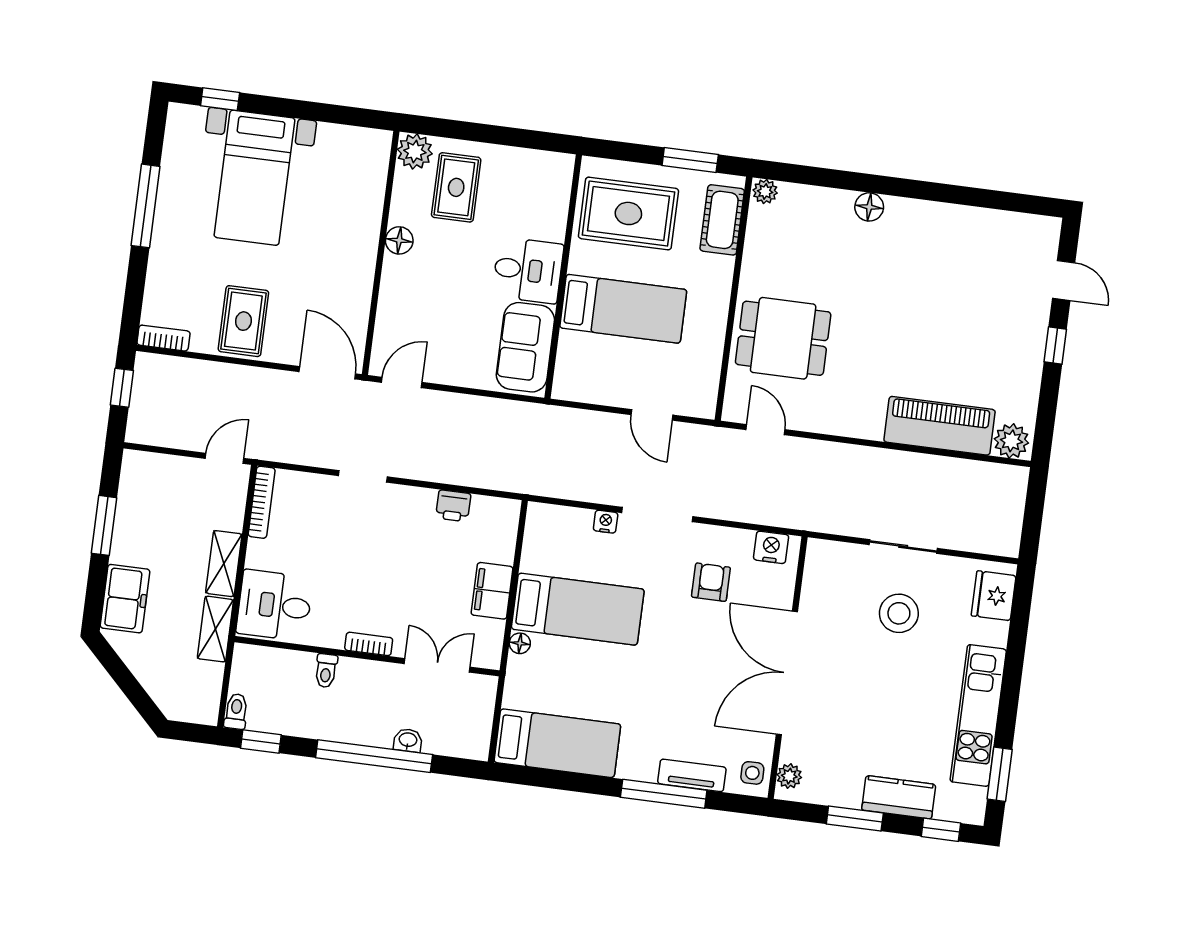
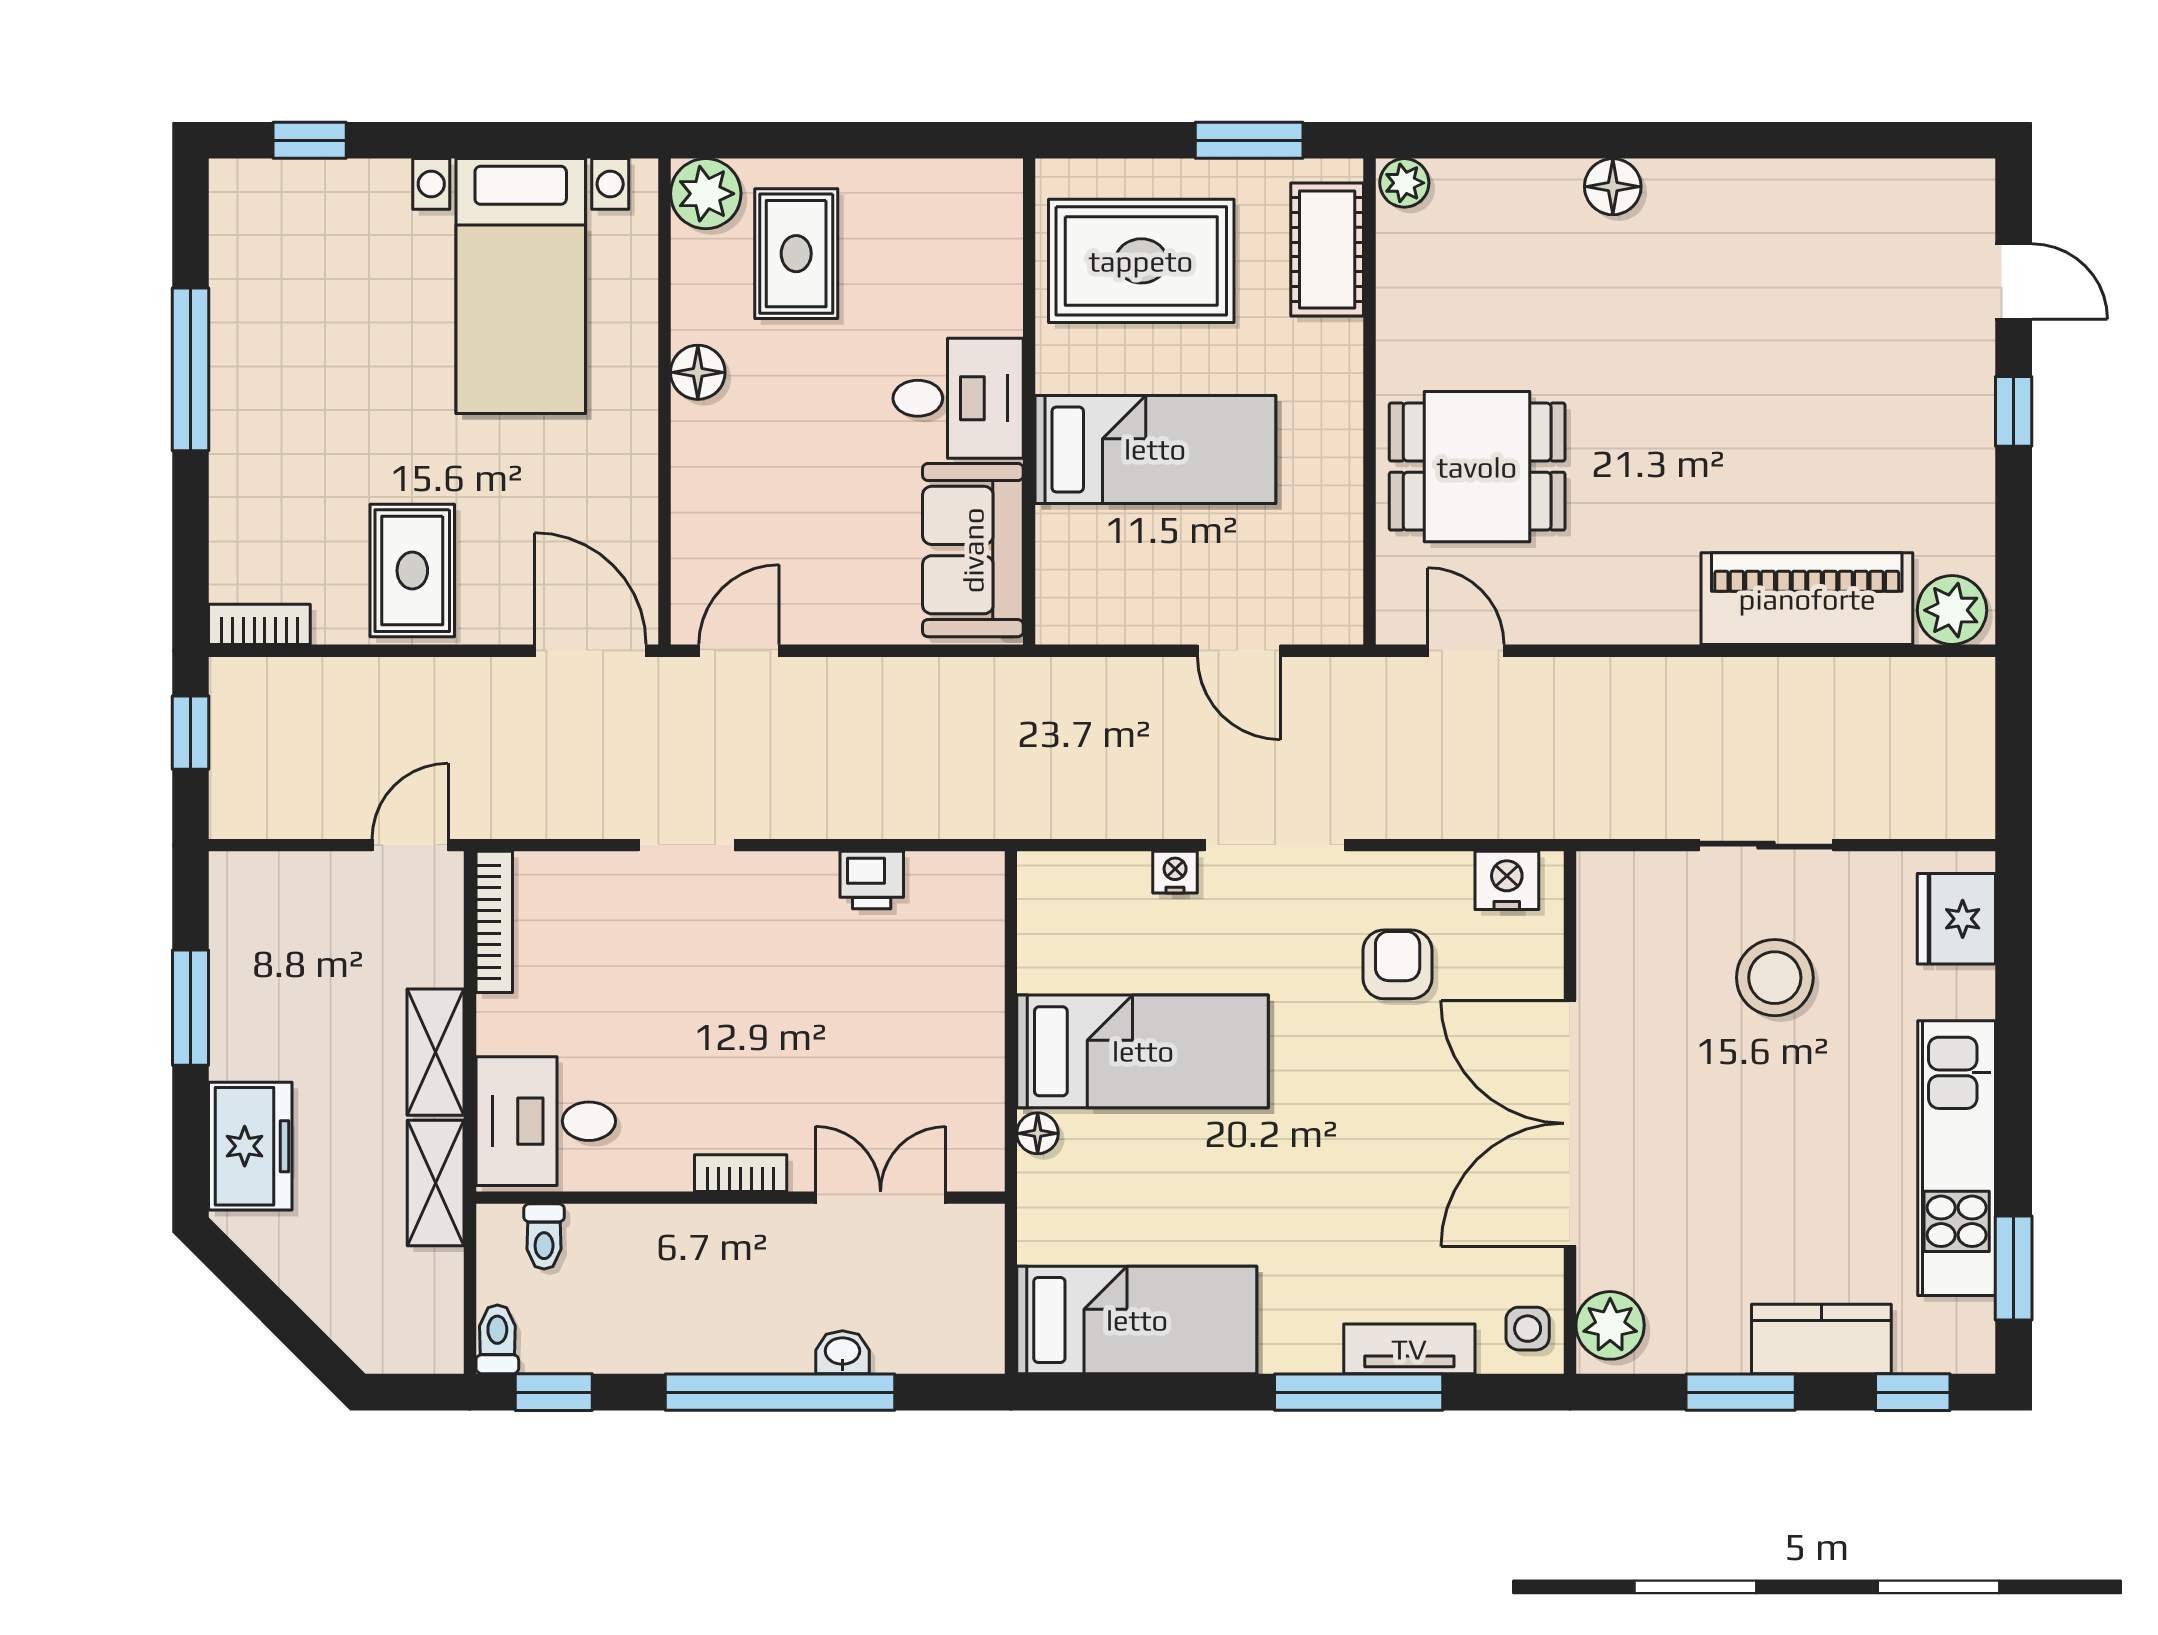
bed with nightstands: (254, 178) -> (521, 286), moved
filing cabinet: (492, 591) -> (970, 1037), removed
toilet: (326, 671) -> (544, 1236), moved
plant: (789, 776) -> (1610, 1325), width x1.38, depth x1.38

